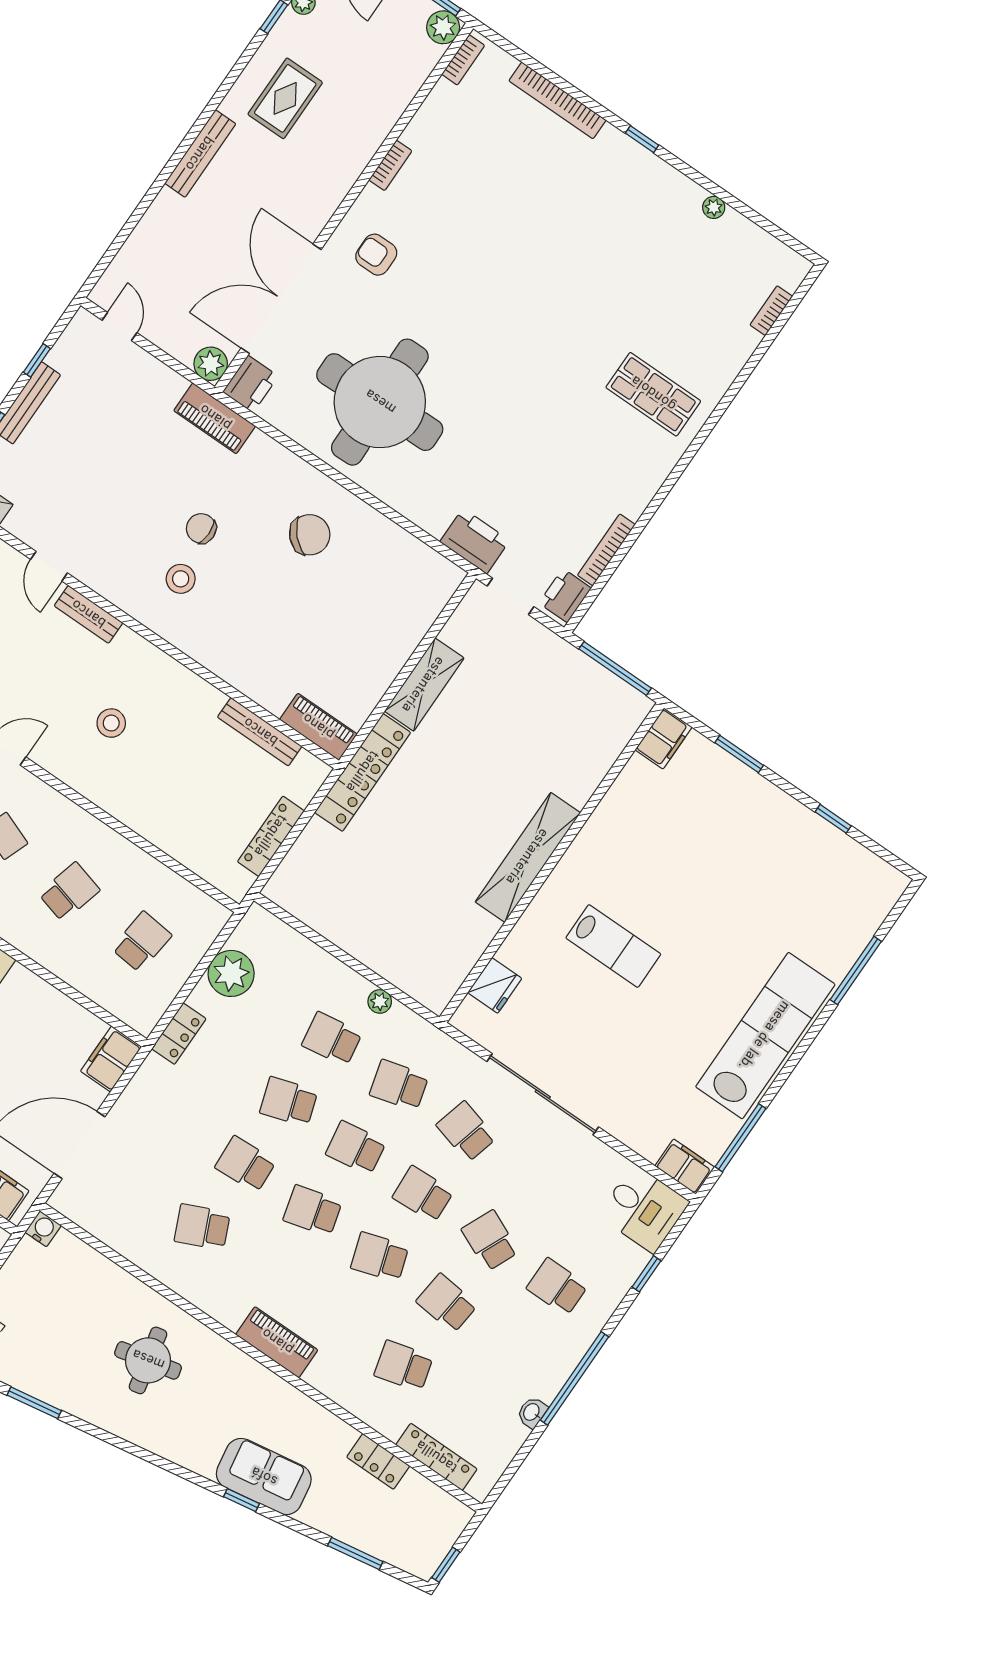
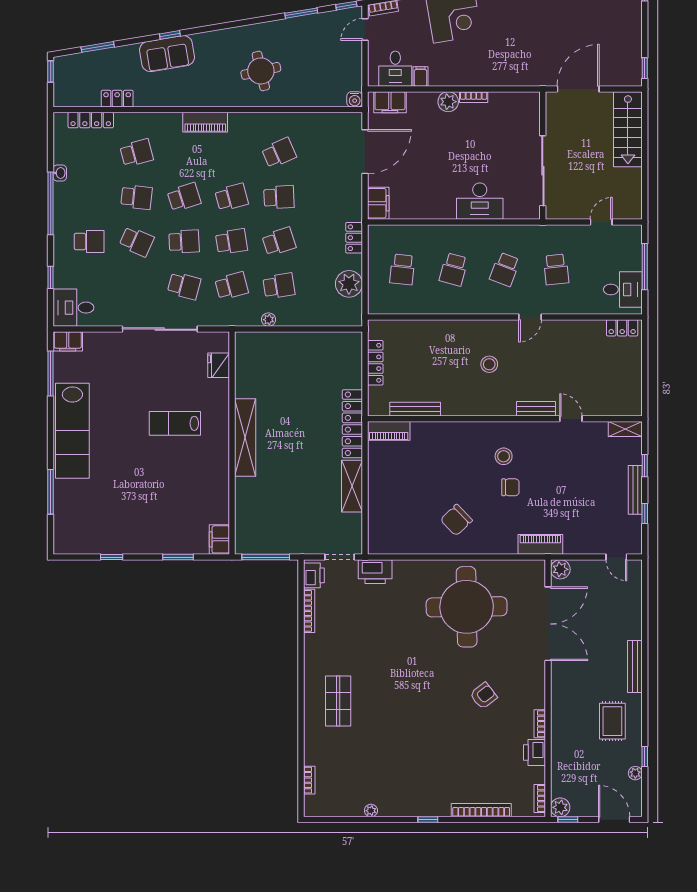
armchair: (376, 255) -> (484, 696), moved, turned -38
printer: (250, 384) -> (535, 752), moved
shop shelf: (653, 394) -> (338, 701), turned 90

